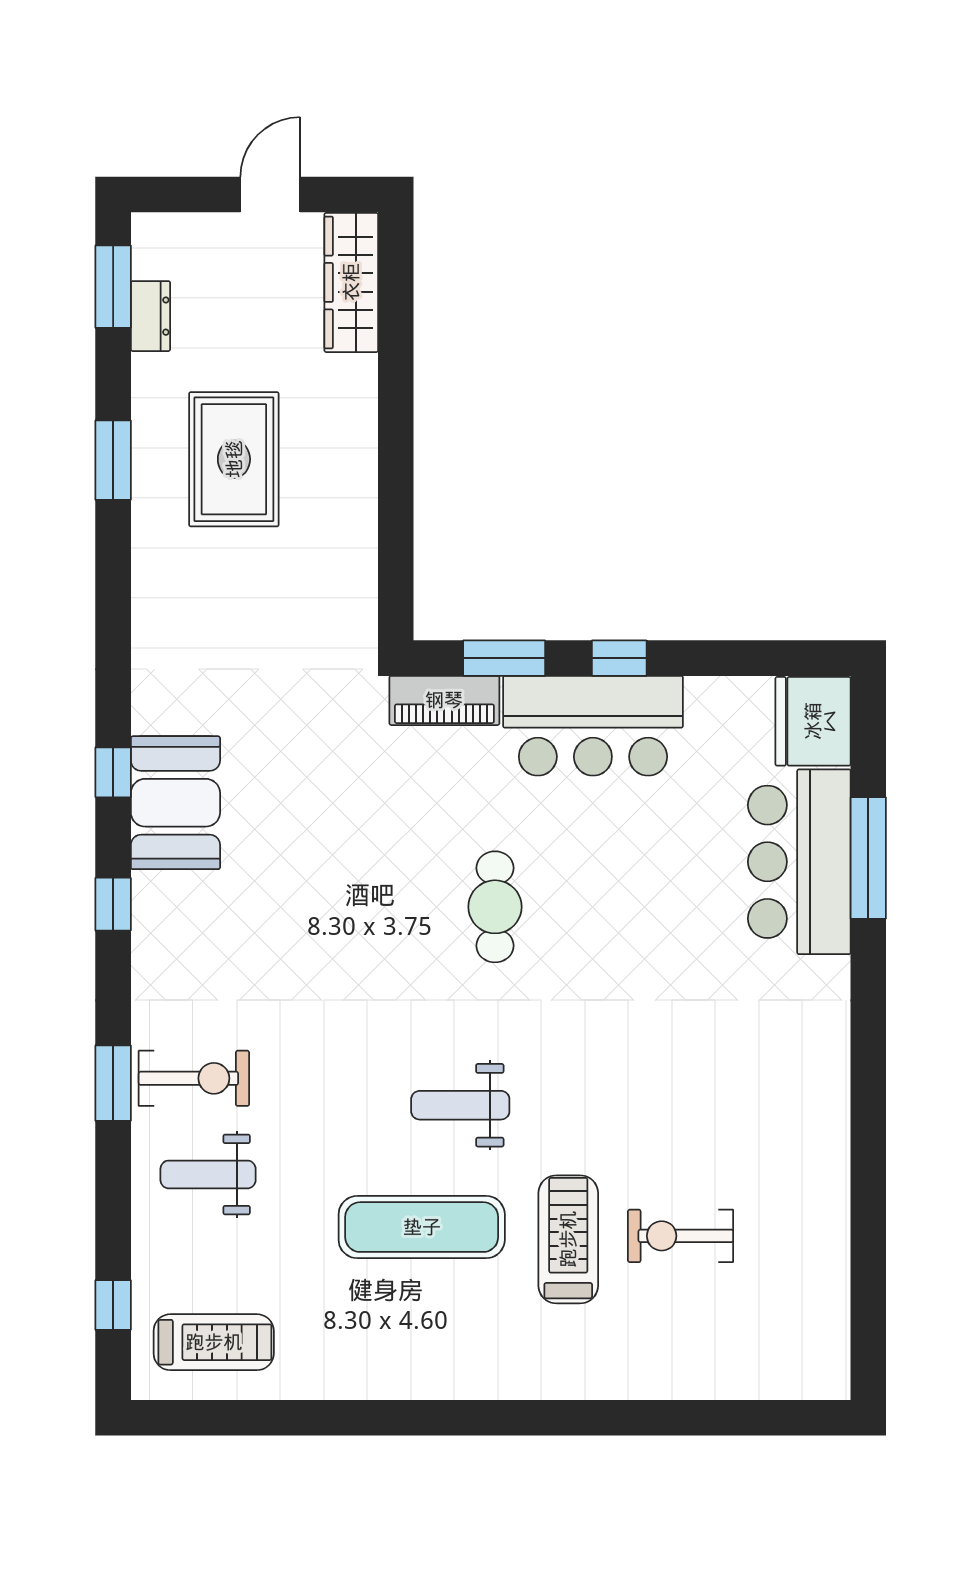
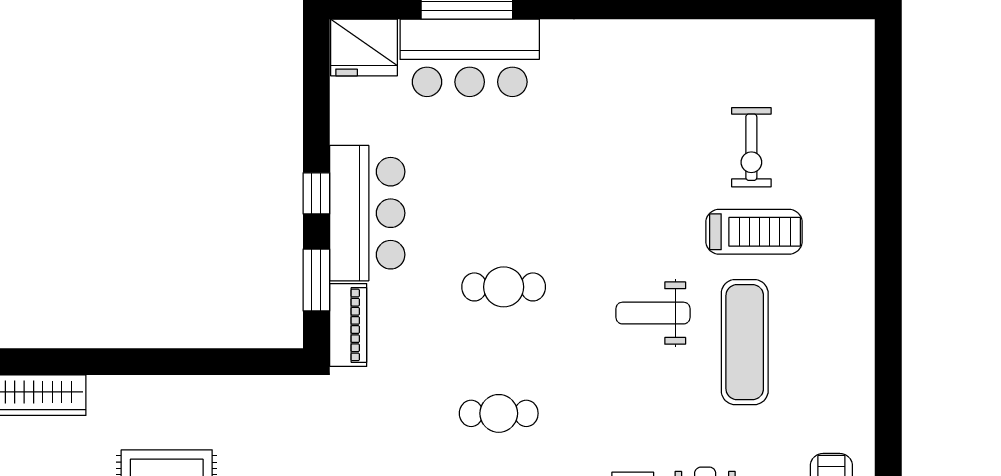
cafe table: (327, 900) -> (499, 413), added
weight bench: (460, 1105) -> (653, 313), turned 90
treadmill: (568, 1239) -> (754, 232), turned 180

